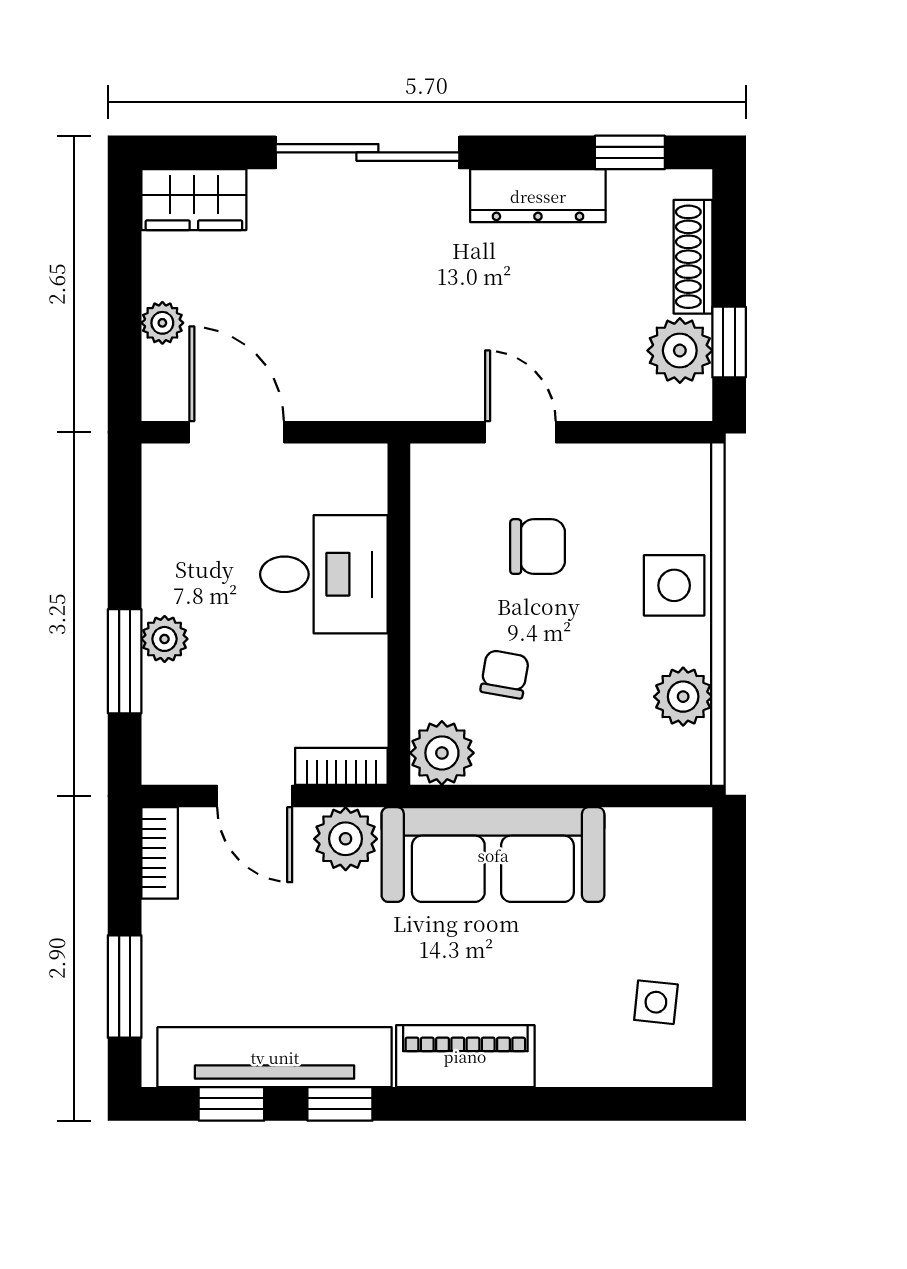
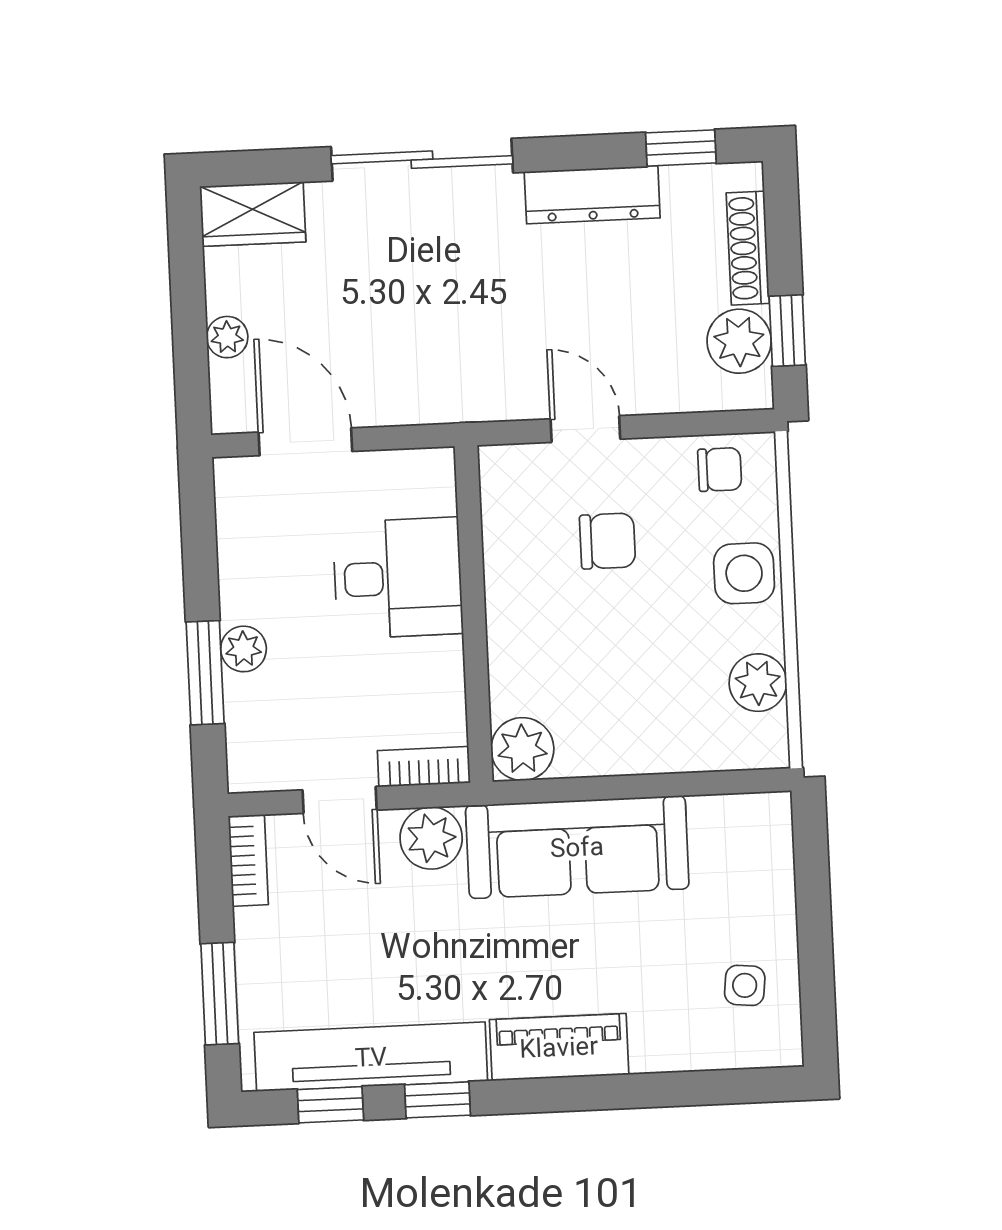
chair: (505, 674) -> (720, 469), moved, turned 80

